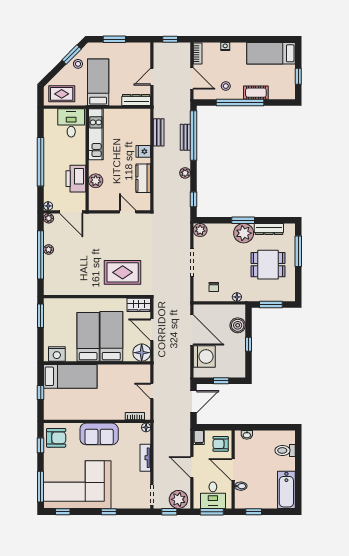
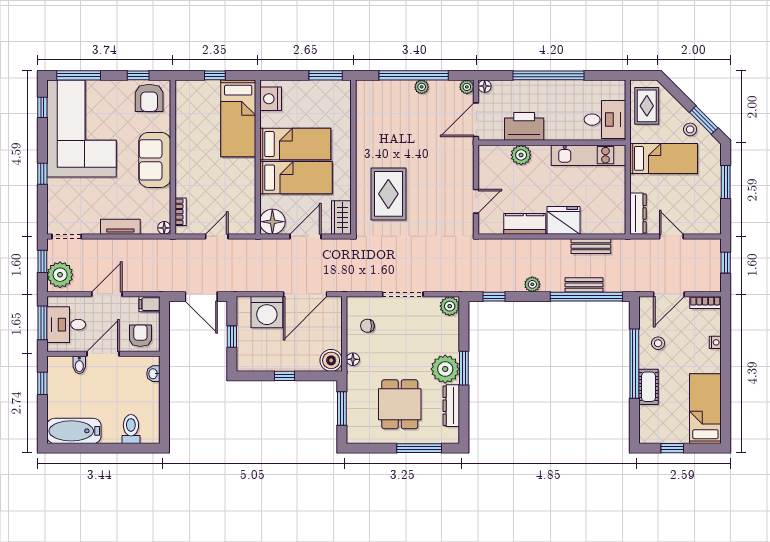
fridge: (143, 151) -> (564, 220), width x1.88, depth x1.34
boiler: (238, 325) -> (331, 360), moved

